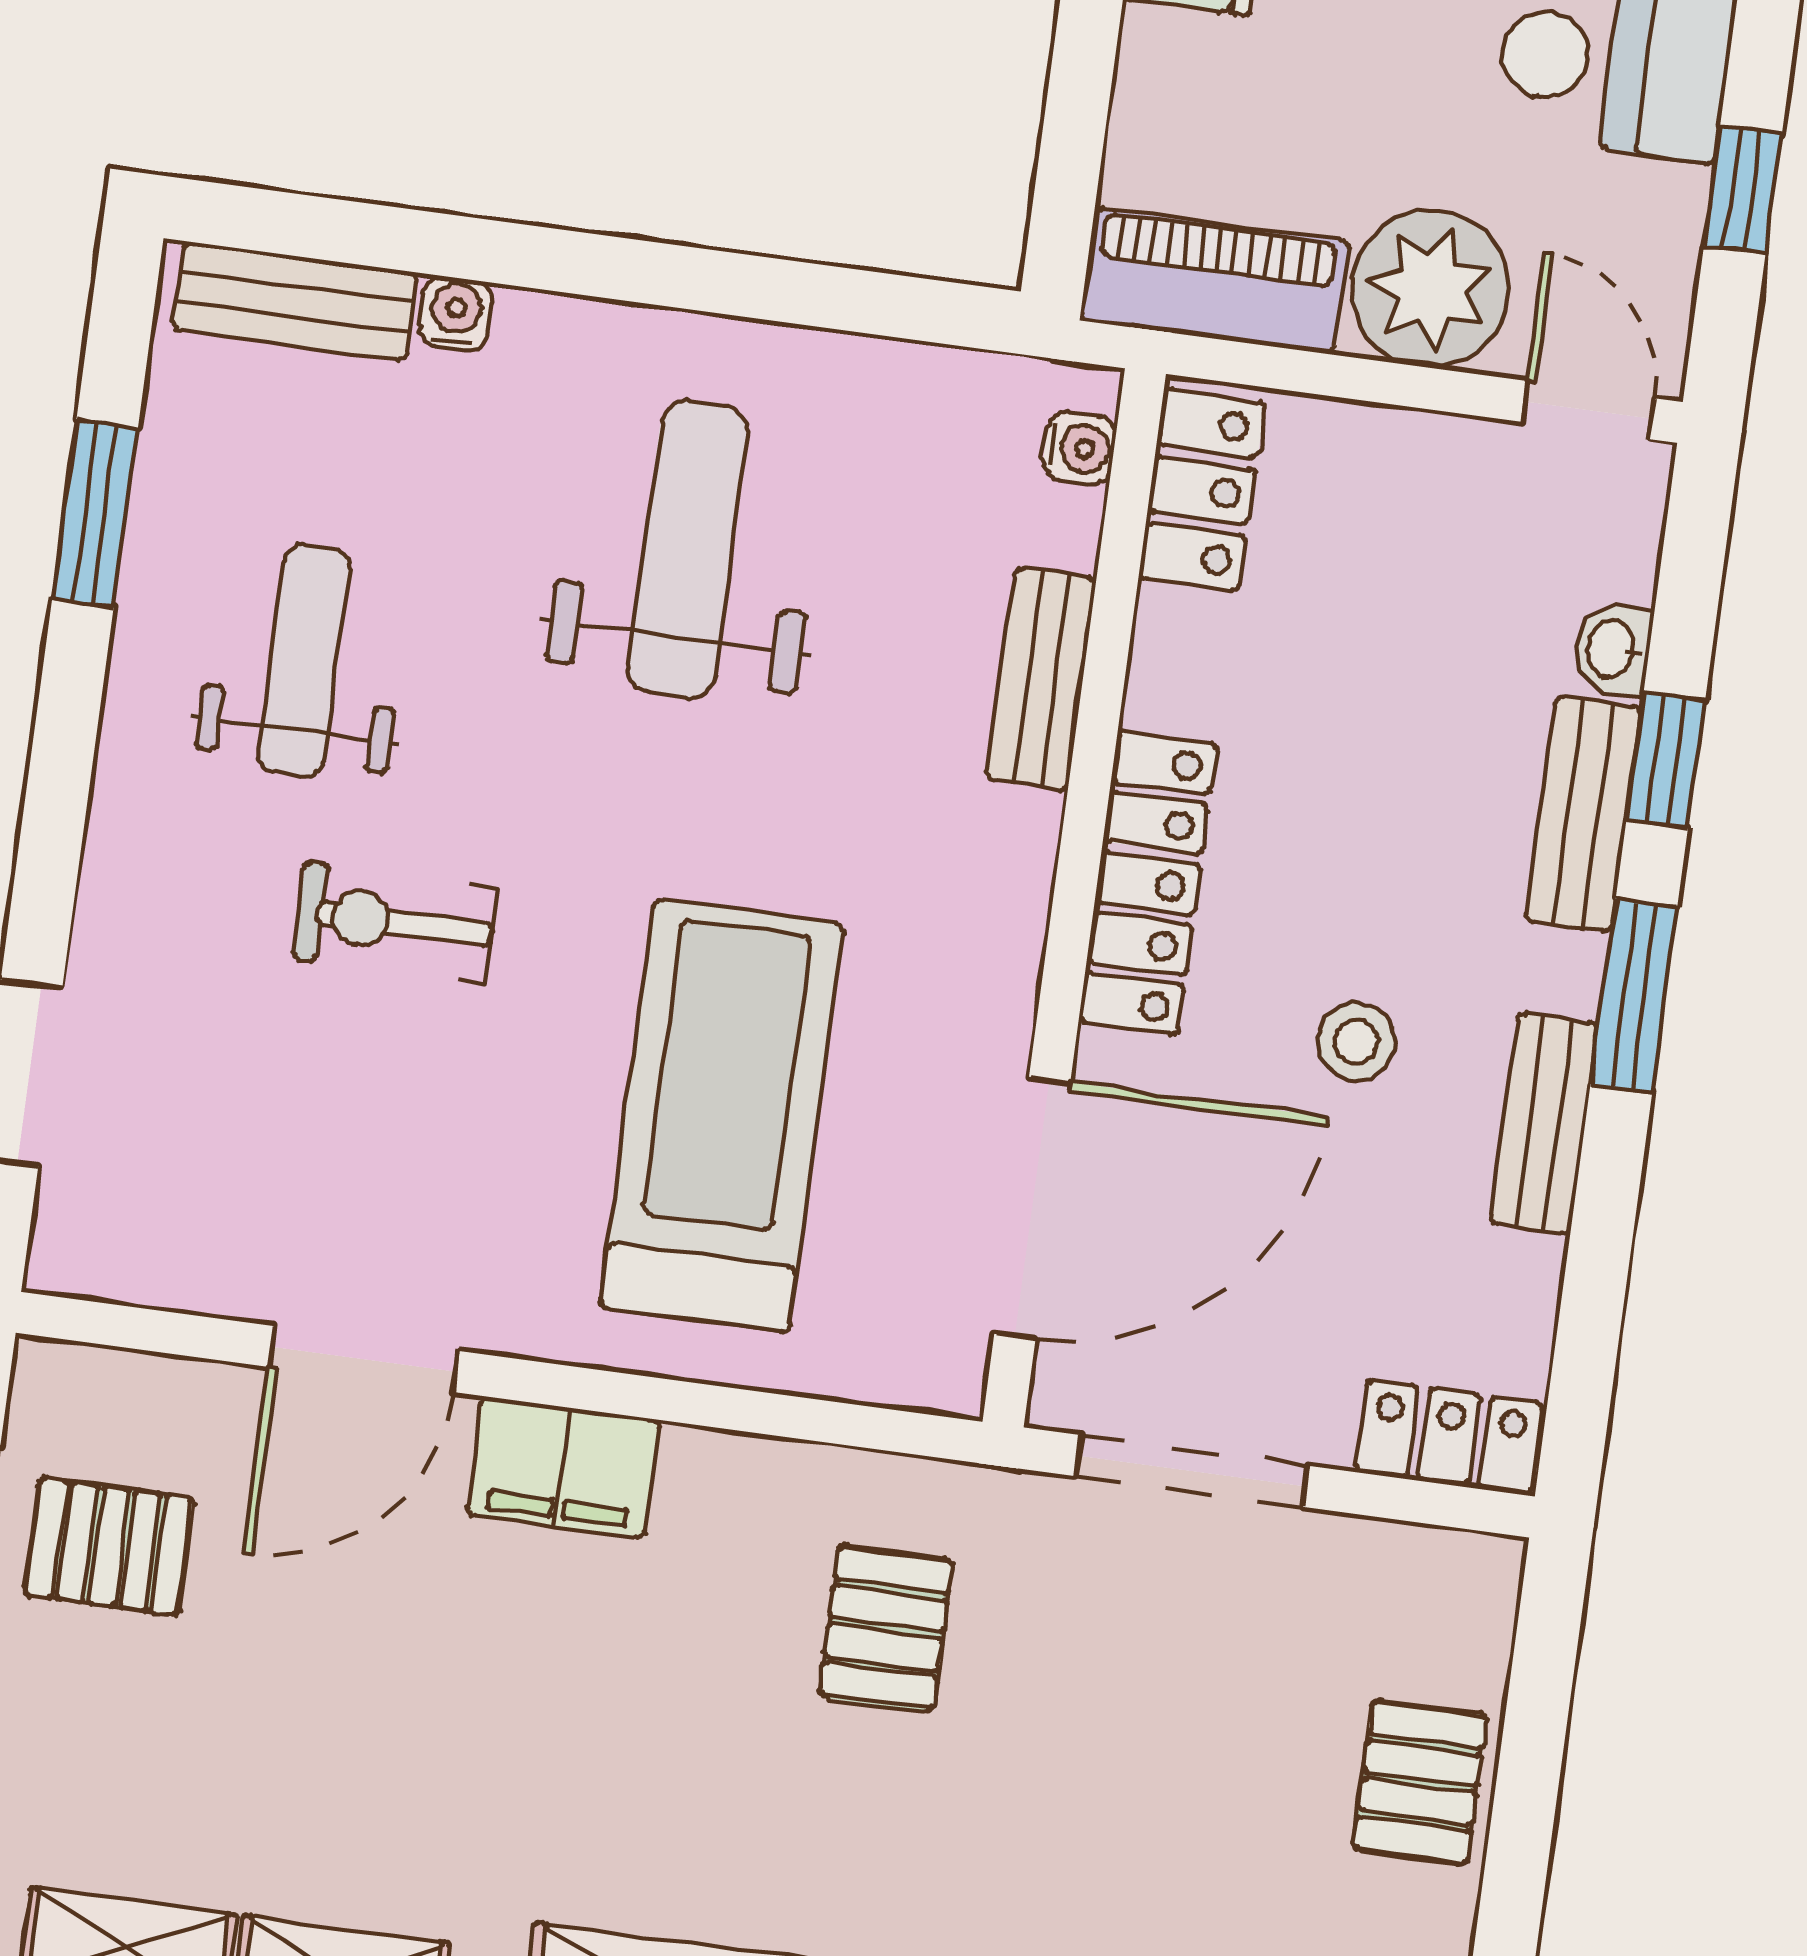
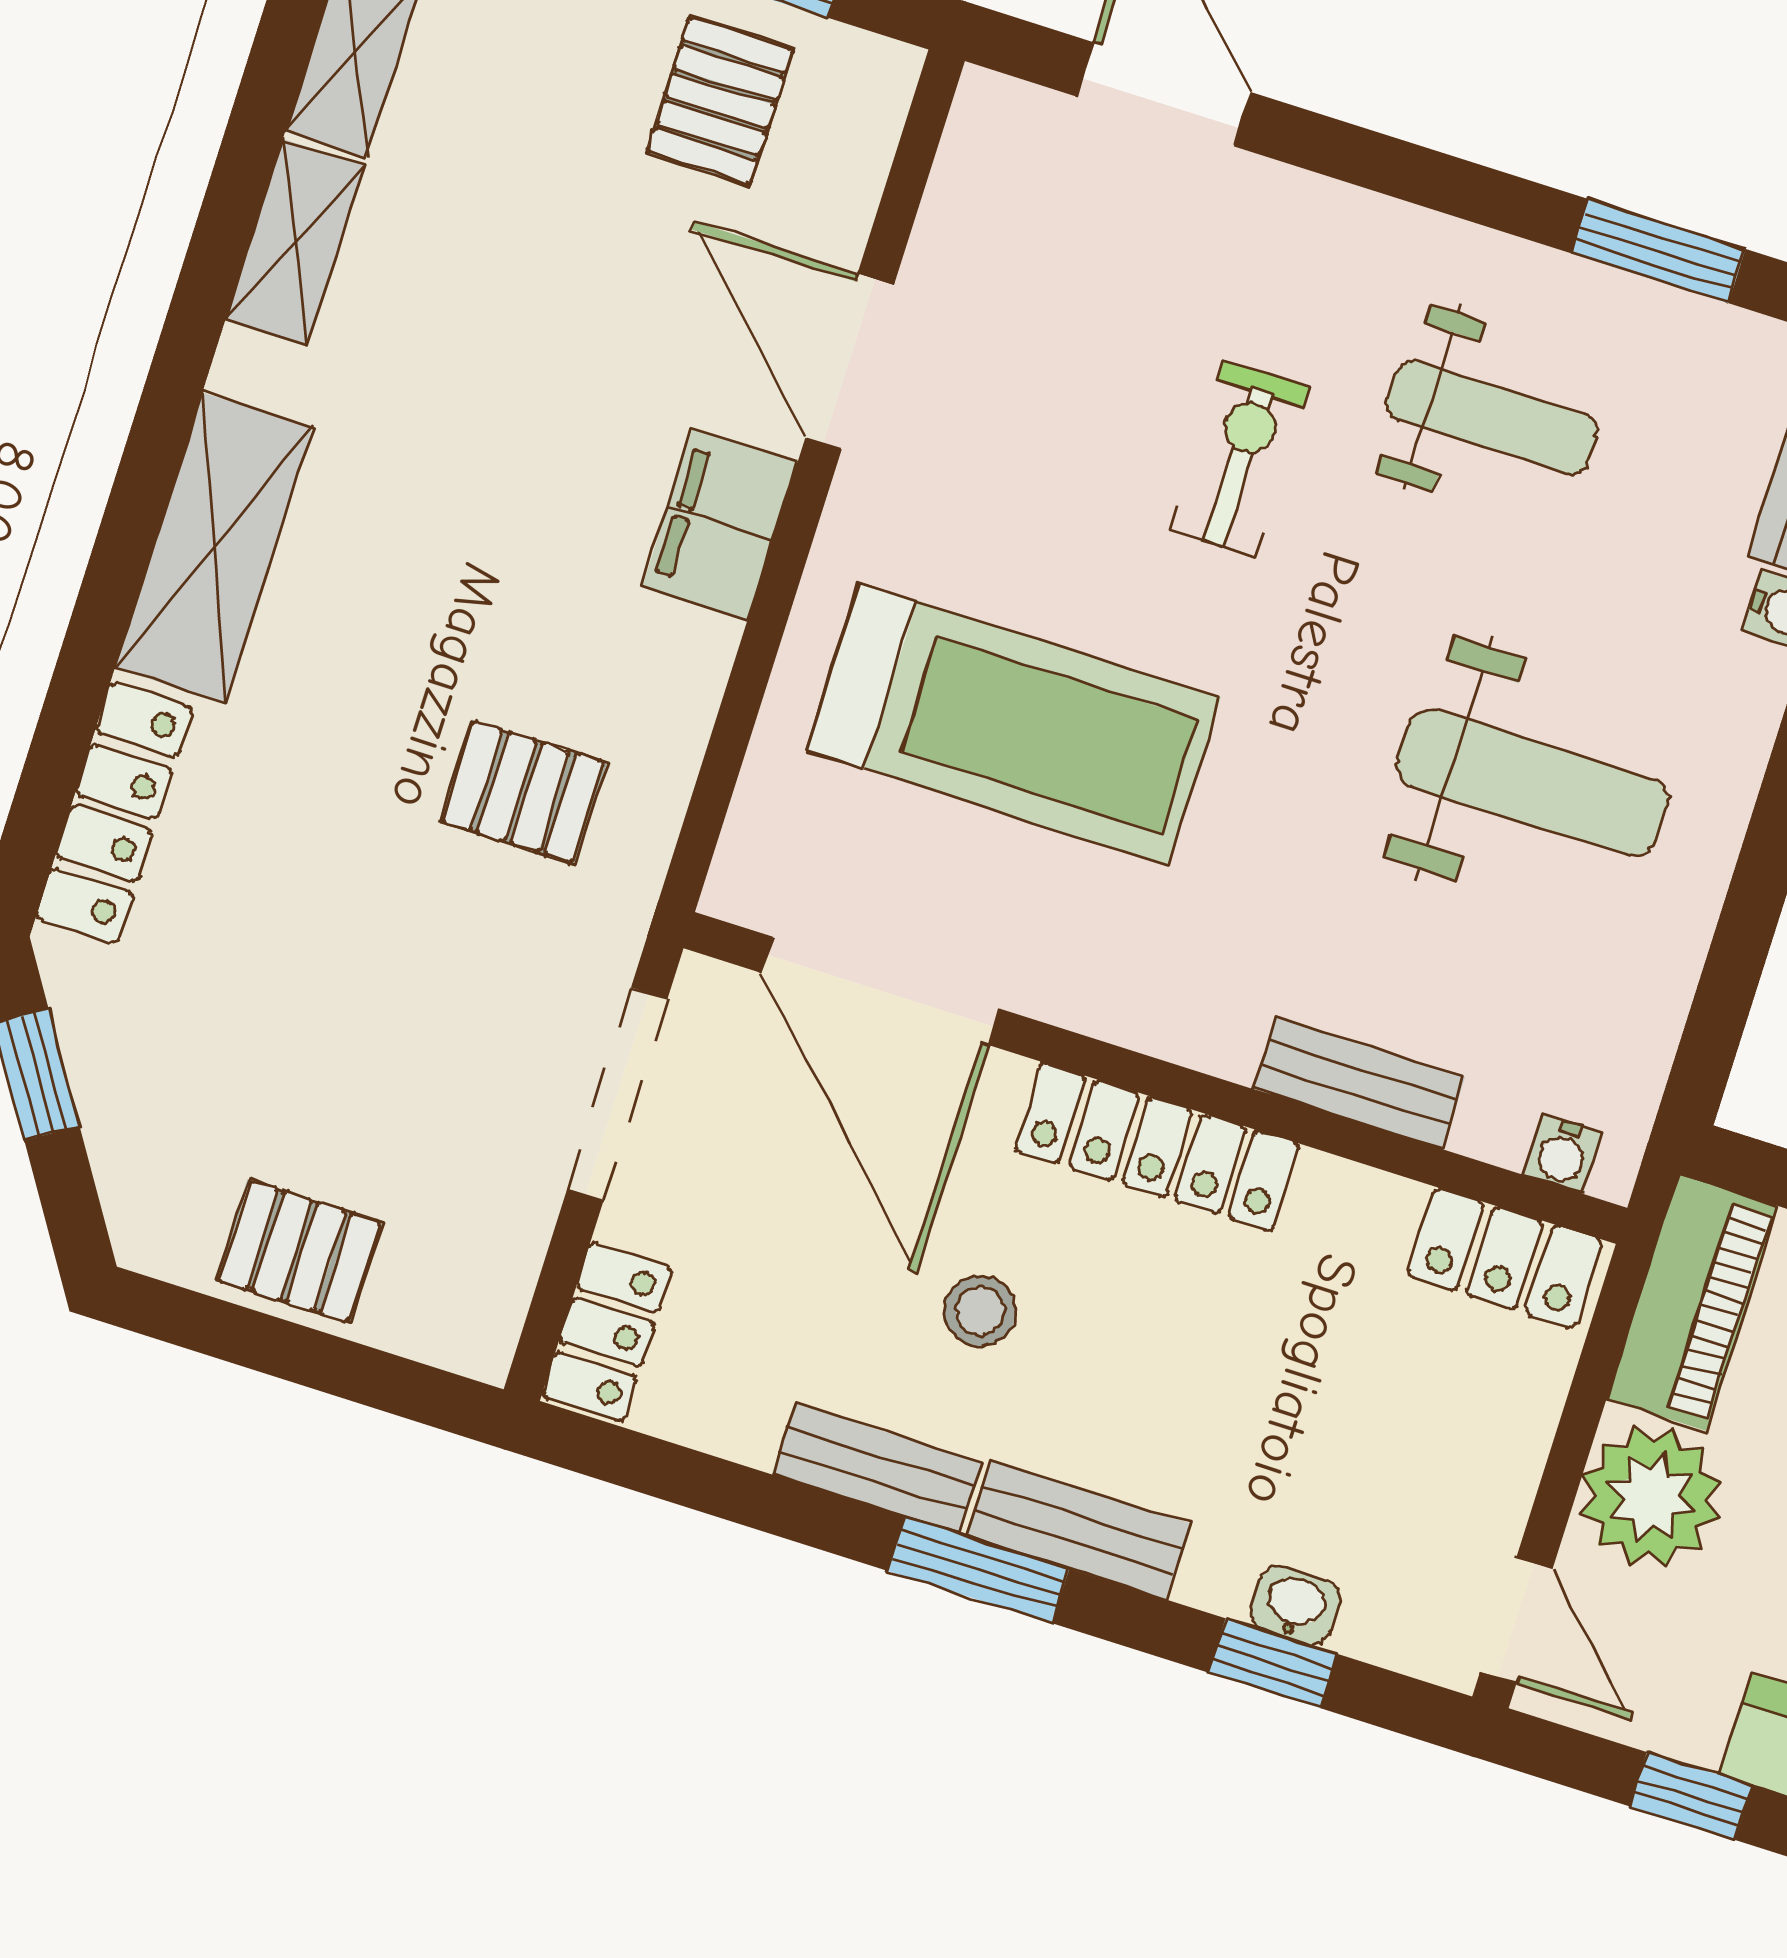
door: (1588, 410) -> (1516, 1621), hinge flipped
window: (1666, 760) -> (1273, 1663), moved
bench: (1583, 814) -> (1078, 1530), moved

